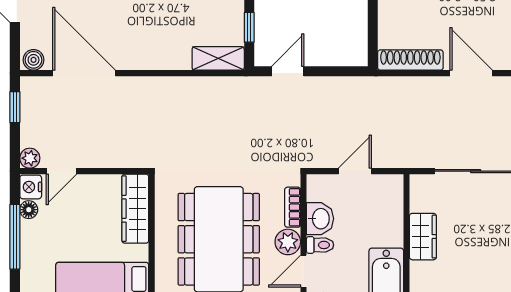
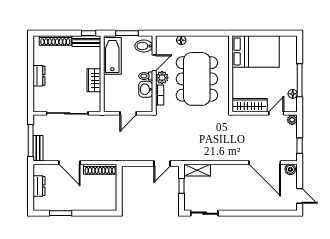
nightstand: (31, 187) -> (292, 105), removed
wardrobe: (135, 209) -> (250, 105), moved, turned -90

